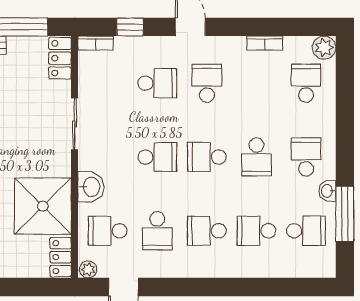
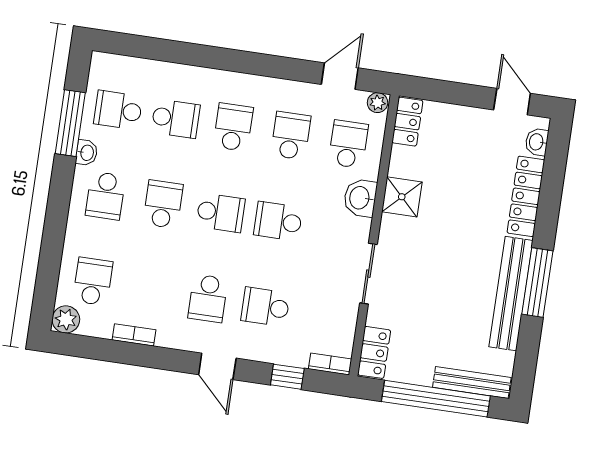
school desk: (306, 83) -> (93, 281), turned 180
shower: (43, 206) -> (402, 197), width x0.54, depth x0.54
school desk: (108, 231) -> (348, 144), turned -90
school desk: (207, 231) -> (233, 127), turned -90

